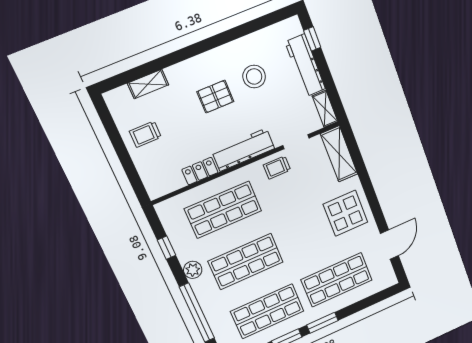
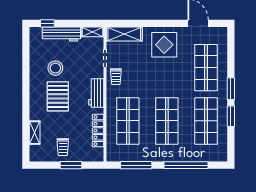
pallet: (215, 97) -> (58, 96), width x1.50, depth x1.42
workbench: (243, 150) -> (96, 93), width x0.73
window: (124, 157) -> (71, 165), added
locker: (200, 171) -> (98, 131), width x1.53
window: (167, 248) -> (136, 165), width x2.17
plant: (193, 270) -> (157, 156), removed

